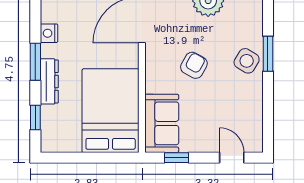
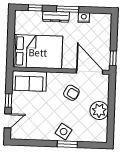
armchair: (194, 65) -> (71, 93), moved
window: (176, 158) -> (9, 100), moved

